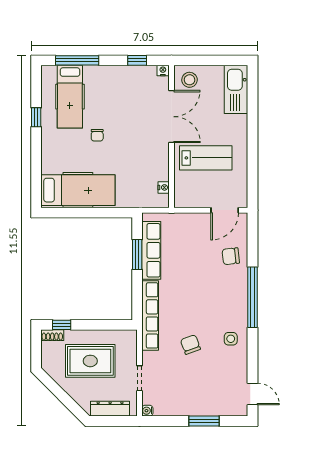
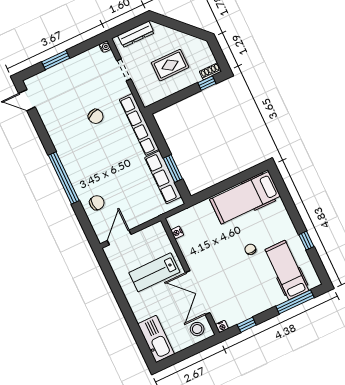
side table: (231, 339) -> (65, 136), removed
rug: (90, 361) -> (170, 65), width x0.73, depth x0.70

